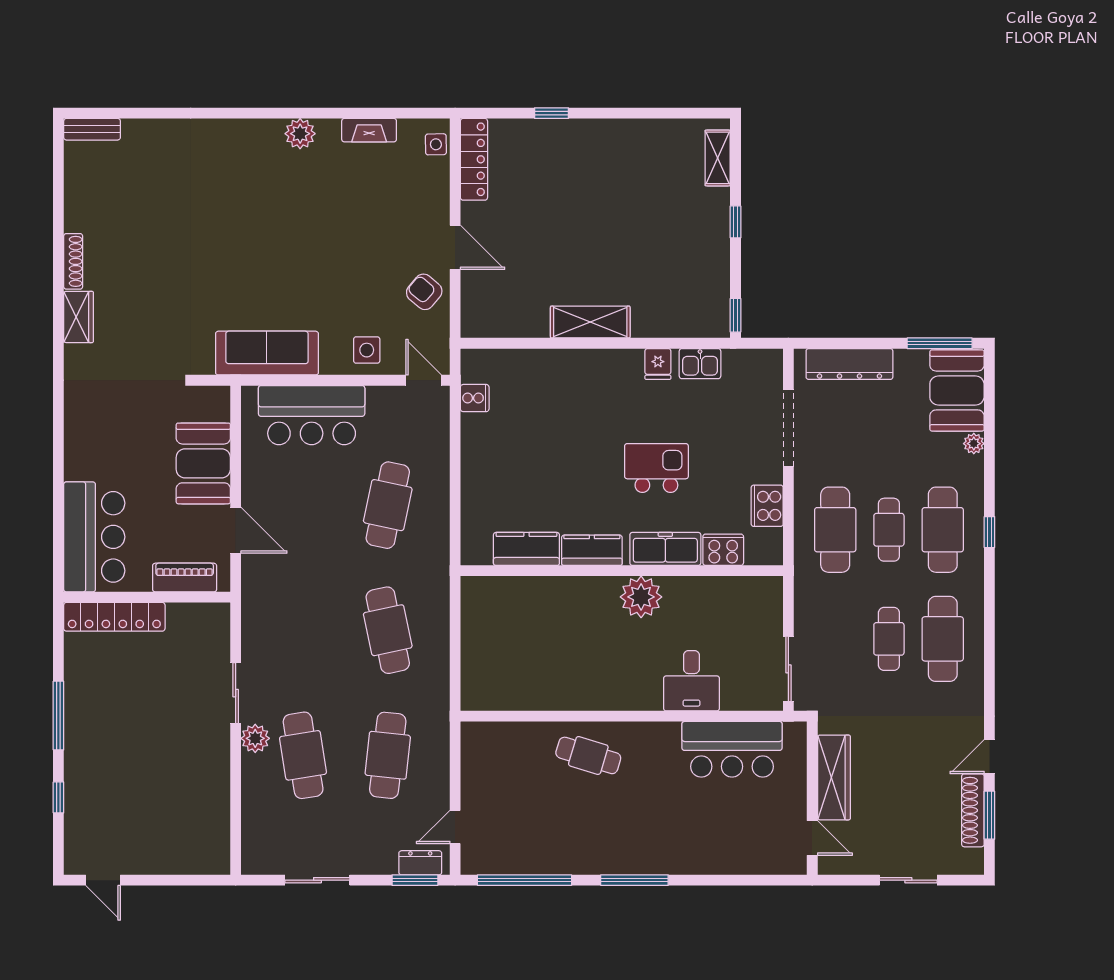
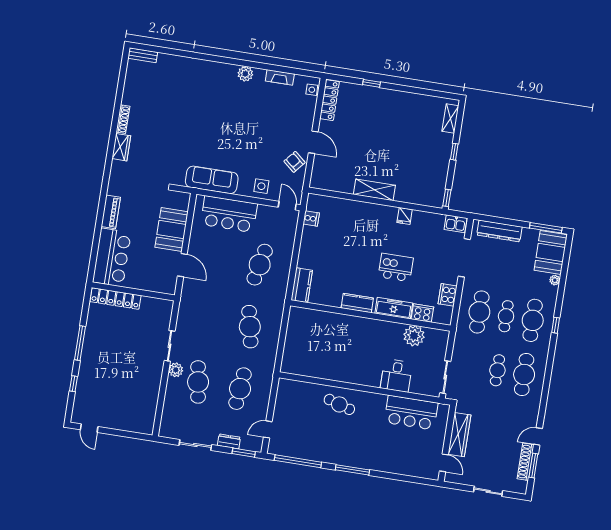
kitchen sink: (700, 364) -> (456, 224), moved
kitchen counter: (526, 549) -> (302, 285), moved, turned 90
piano: (185, 578) -> (111, 212), moved, turned 90
plant: (641, 597) -> (414, 336), moved
dresser: (420, 863) -> (229, 441), moved

